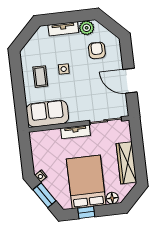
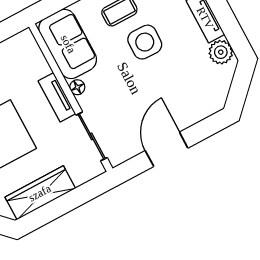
armchair: (97, 50) -> (193, 81), removed
side table: (64, 69) -> (145, 42), width x1.87, depth x1.87
floor lamp: (74, 118) -> (77, 87), added

